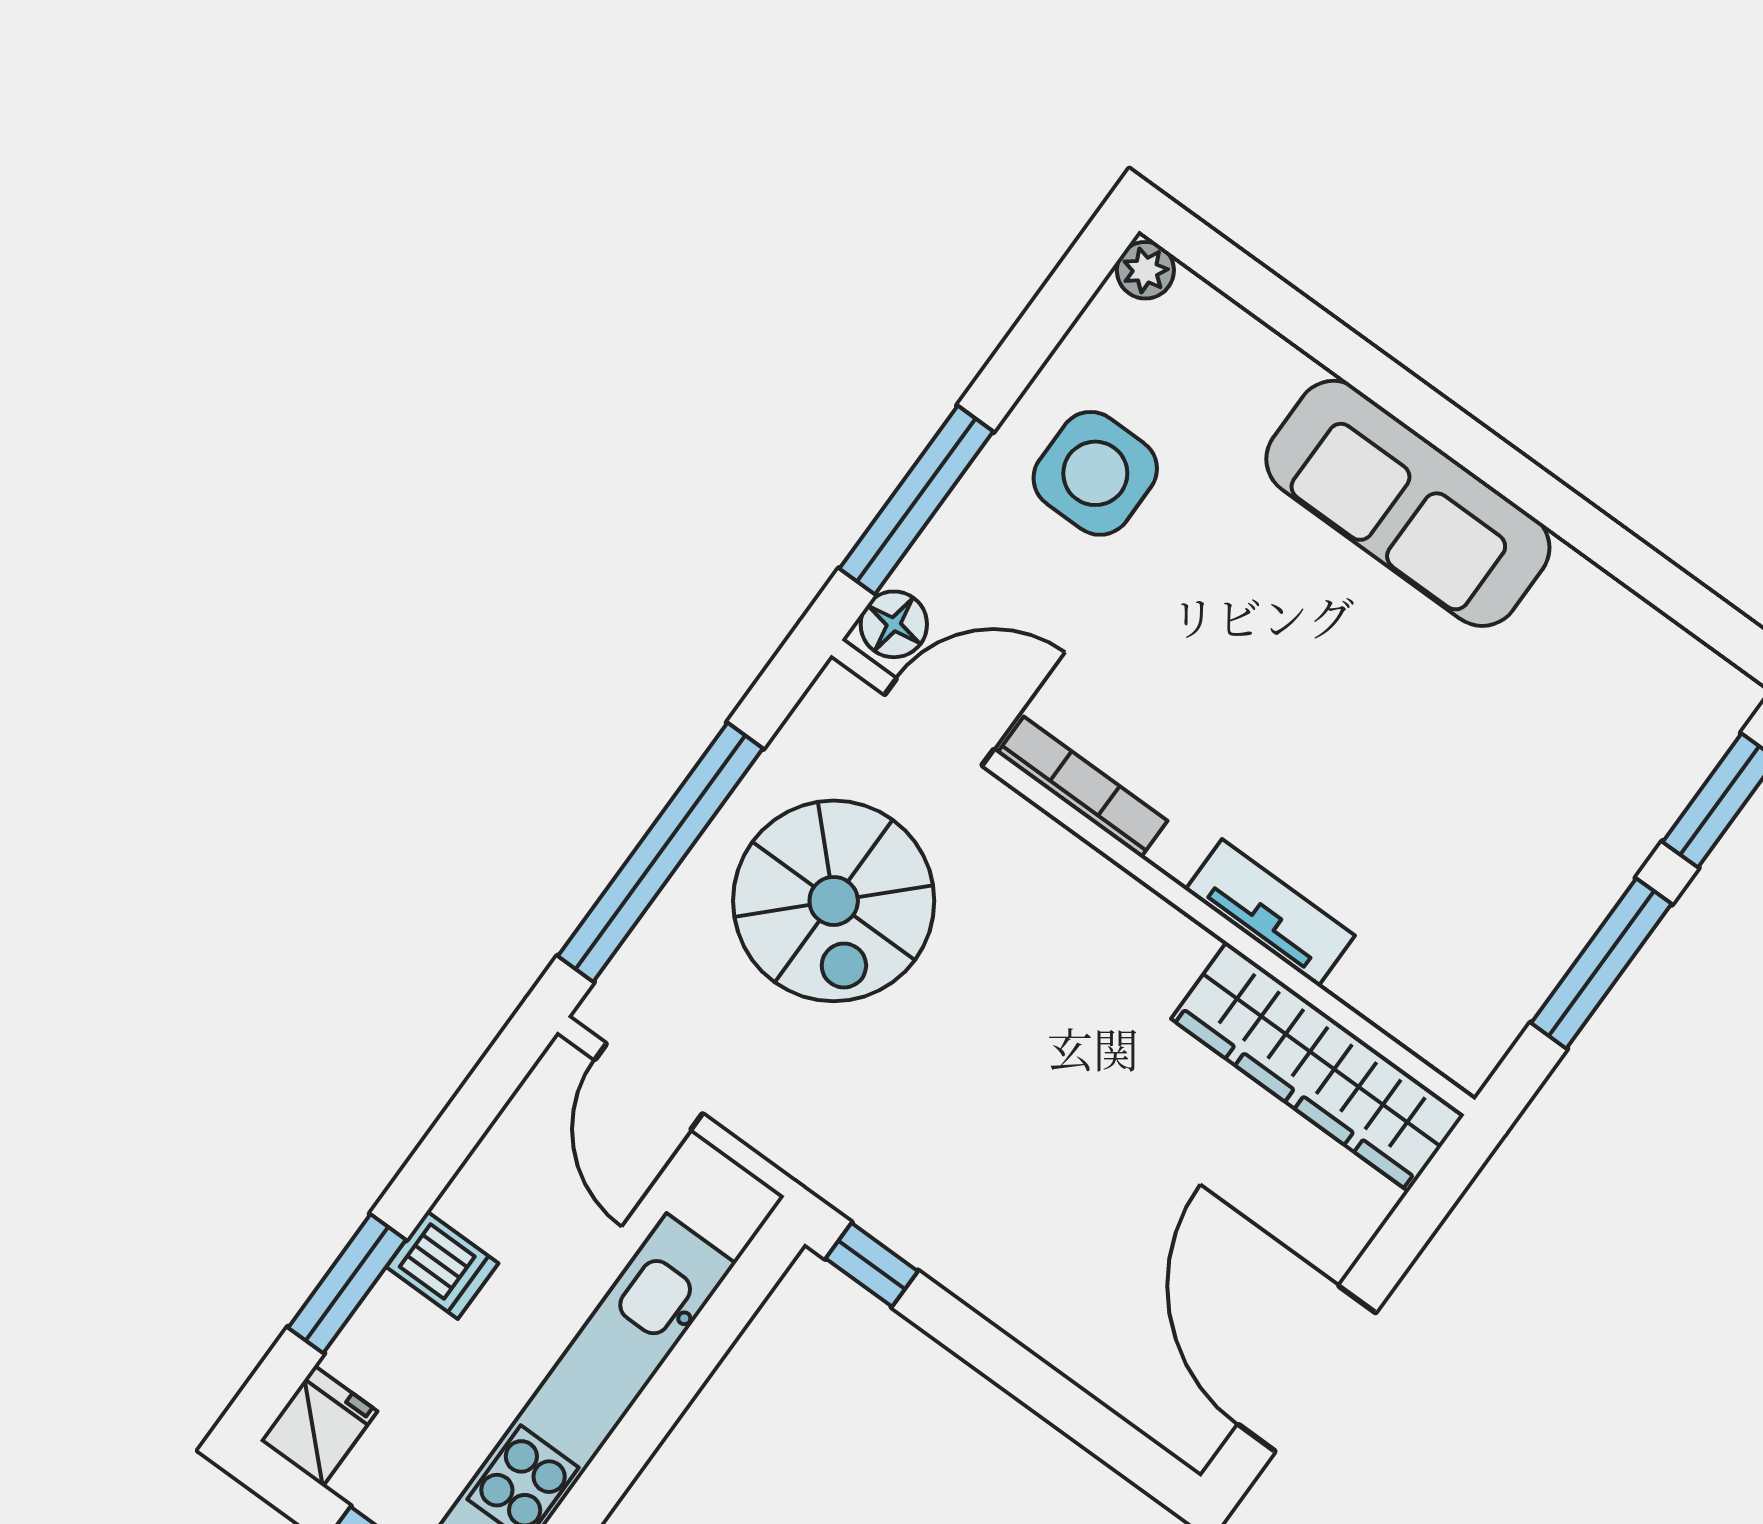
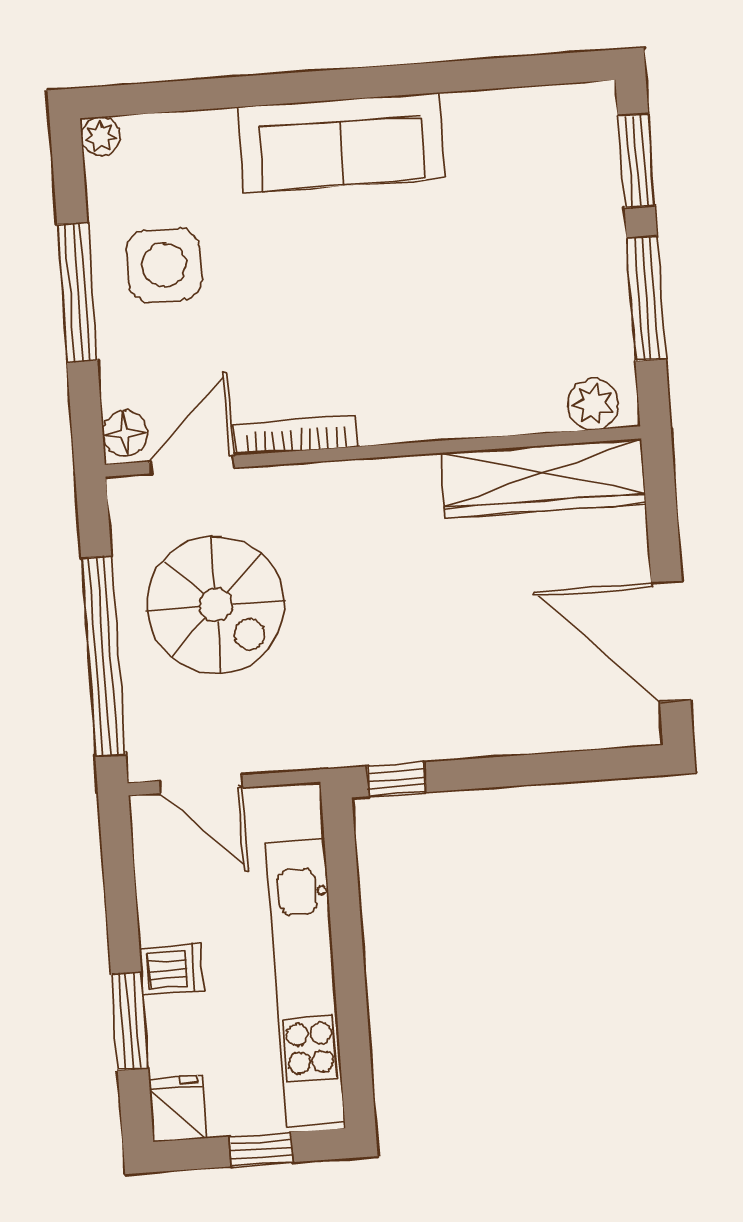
window: (916, 500) -> (77, 293), moved
tv unit: (1270, 913) -> (450, 418), removed
plant: (1443, 1031) -> (593, 404), added

